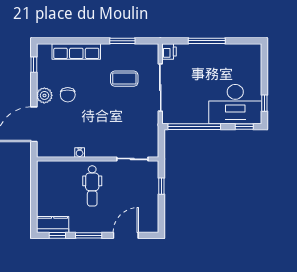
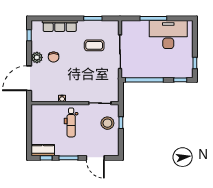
printer: (169, 51) -> (126, 26), removed
desk: (235, 104) -> (168, 35), moved, turned 180
stool: (143, 187) -> (107, 123), added
door: (126, 235) -> (95, 158), swing flipped

